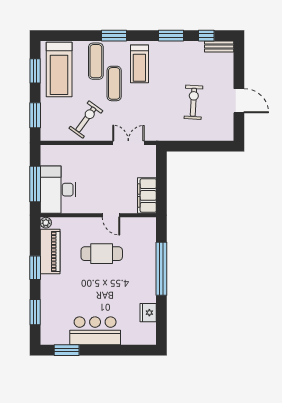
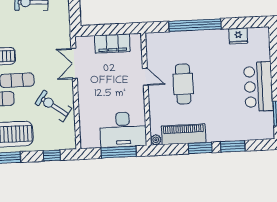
window: (35, 115) -> (52, 156), width x0.67
filing cabinet: (147, 195) -> (112, 43), moved
door: (111, 215) -> (145, 77), hinge flipped
window: (35, 312) -> (233, 146), moved

